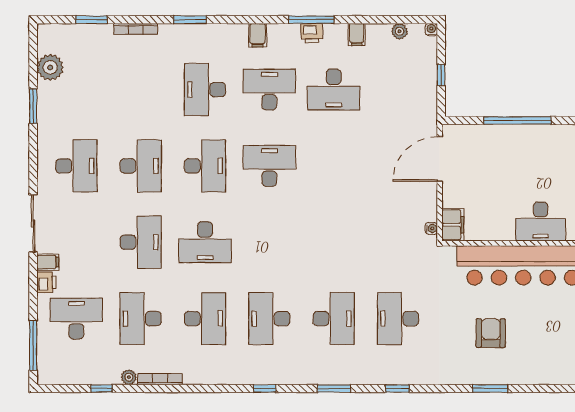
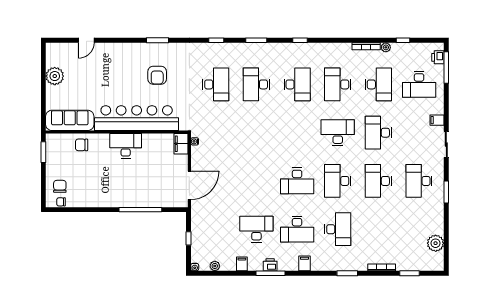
window: (33, 106) -> (446, 192), moved
sliding door: (33, 224) -> (446, 145), width x0.73
printer: (46, 282) -> (438, 57), moved

